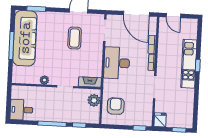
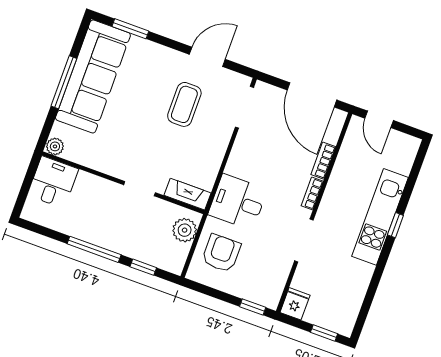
desk: (117, 63) -> (238, 202), moved, width x0.73
plant: (44, 80) -> (55, 146), moved
desk: (22, 110) -> (53, 182), moved, turned 90

